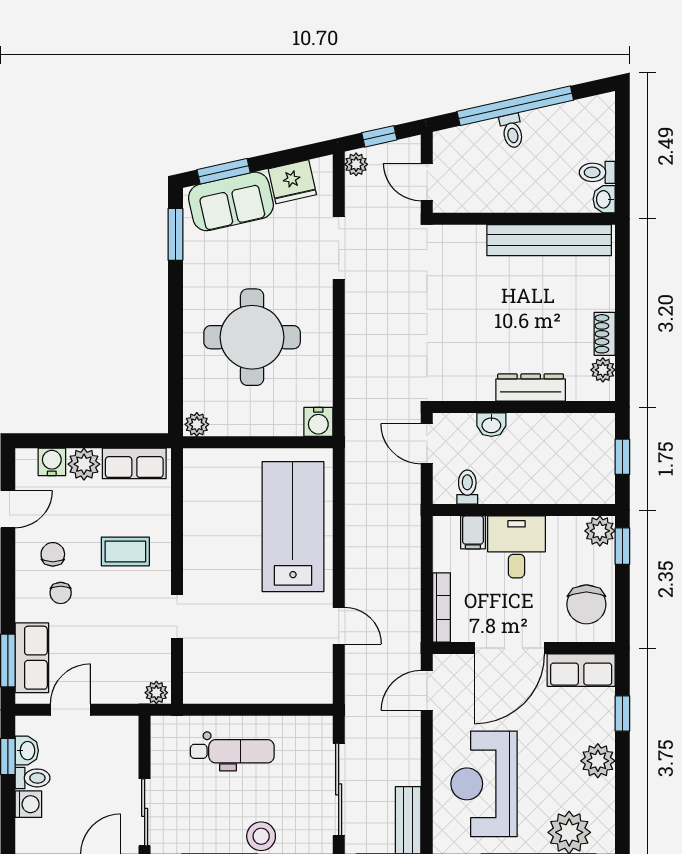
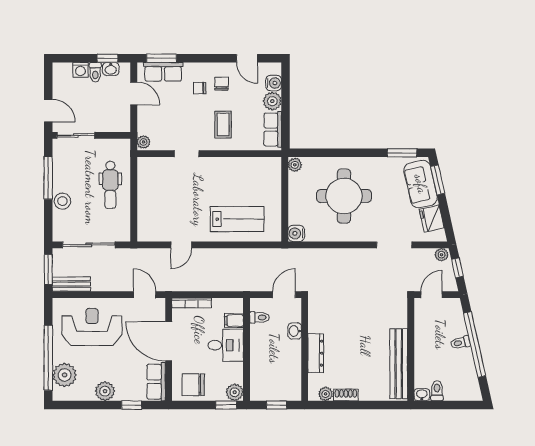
lab bench: (293, 527) -> (237, 219), width x0.73, depth x0.72
chair: (53, 554) -> (221, 84), turned -90

